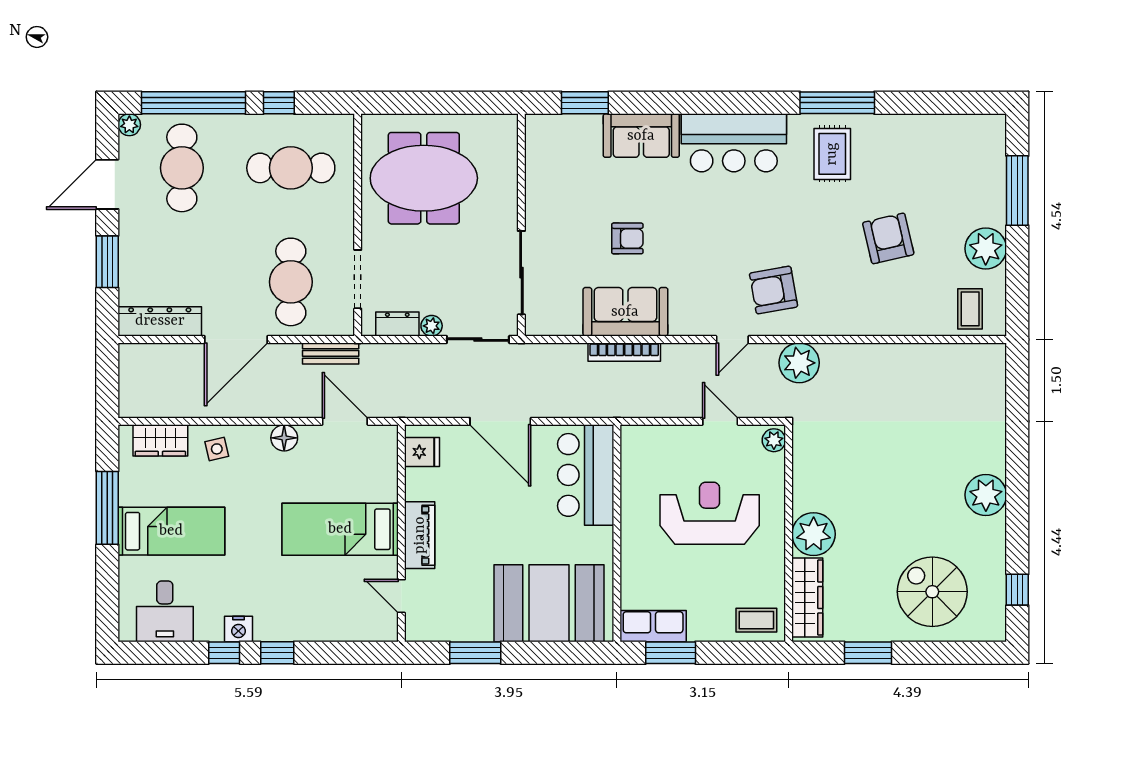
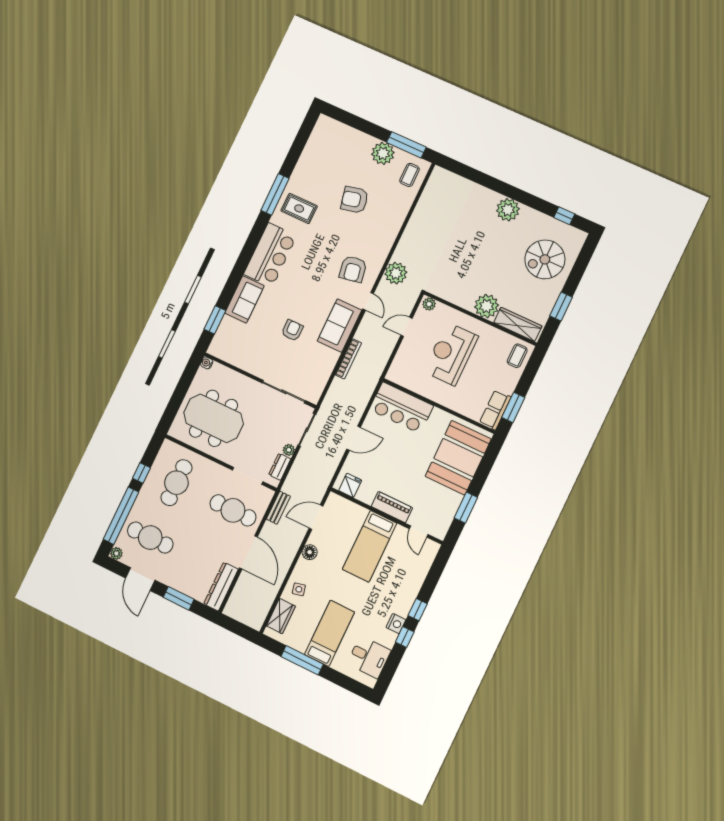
water cooler: (508, 123) -> (207, 363), added
meeting table: (424, 178) -> (213, 418), turned 90
window: (1017, 191) -> (406, 145), moved
coffee table: (970, 309) -> (410, 175), turned 90
sofa: (625, 312) -> (339, 326), moved
door: (500, 421) -> (354, 438), width x0.73
door: (401, 596) -> (419, 532), hinge flipped

